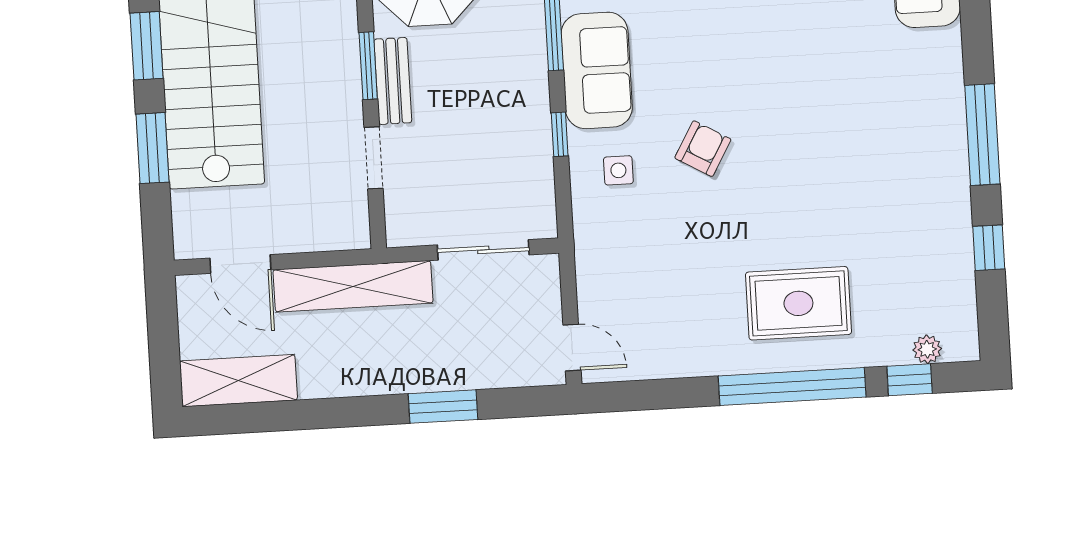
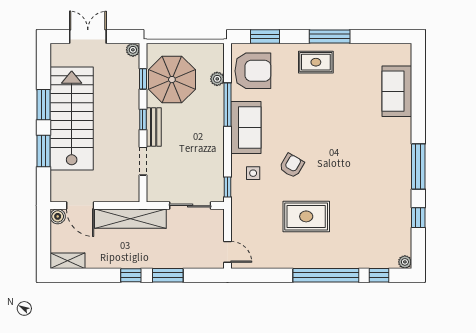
window: (368, 66) -> (143, 119), width x0.67
window: (560, 134) -> (228, 187), moved
boiler: (192, 291) -> (58, 216), added
rug: (798, 303) -> (306, 216), moved
plant: (927, 349) -> (405, 262), moved
shelving: (238, 381) -> (68, 261), width x0.67, depth x0.75
window: (361, 411) -> (131, 275), added

